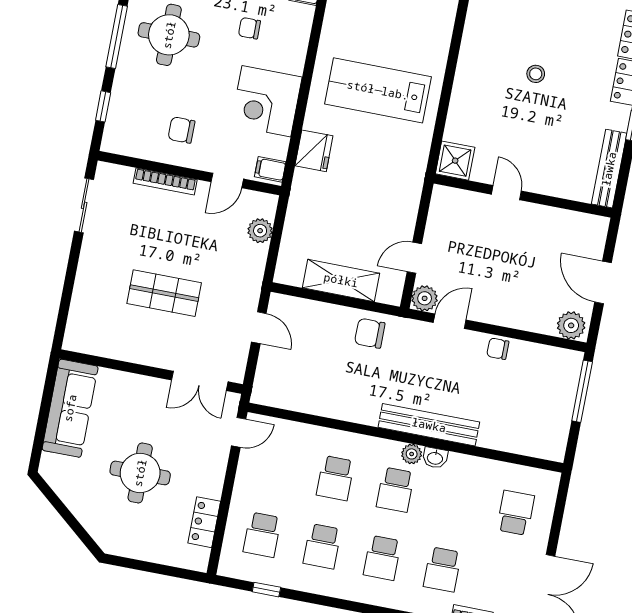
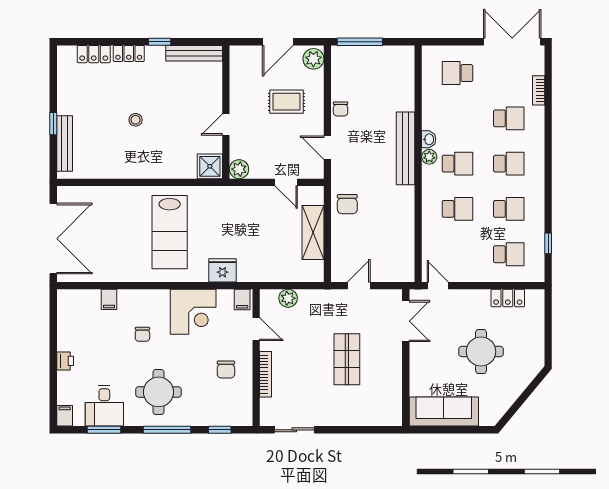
rug: (521, 279) -> (286, 102), added
plant: (425, 298) -> (239, 169), moved

